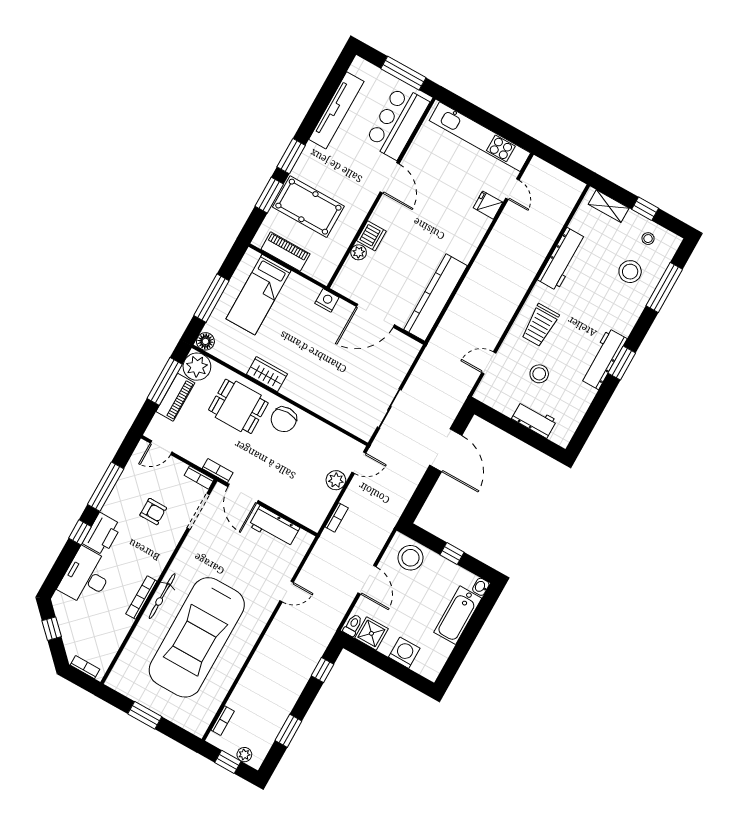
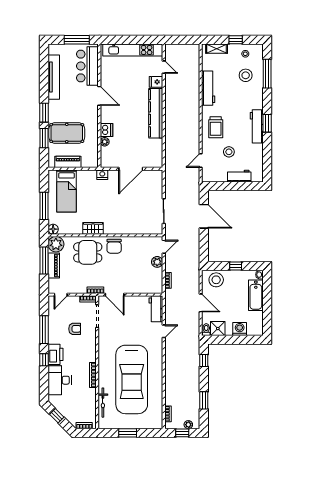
kitchen counter: (436, 298) -> (156, 113), moved
workbench: (274, 527) -> (156, 309), moved, turned 90
bicycle: (162, 596) -> (103, 403), moved

